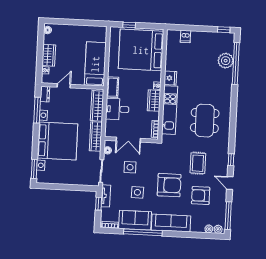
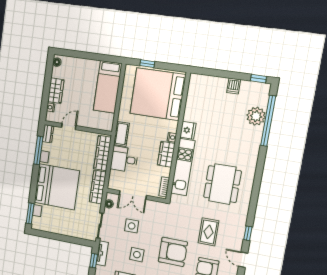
dishwasher: (185, 37) -> (234, 86), moved
bed: (95, 64) -> (108, 87), moved, turned 180

